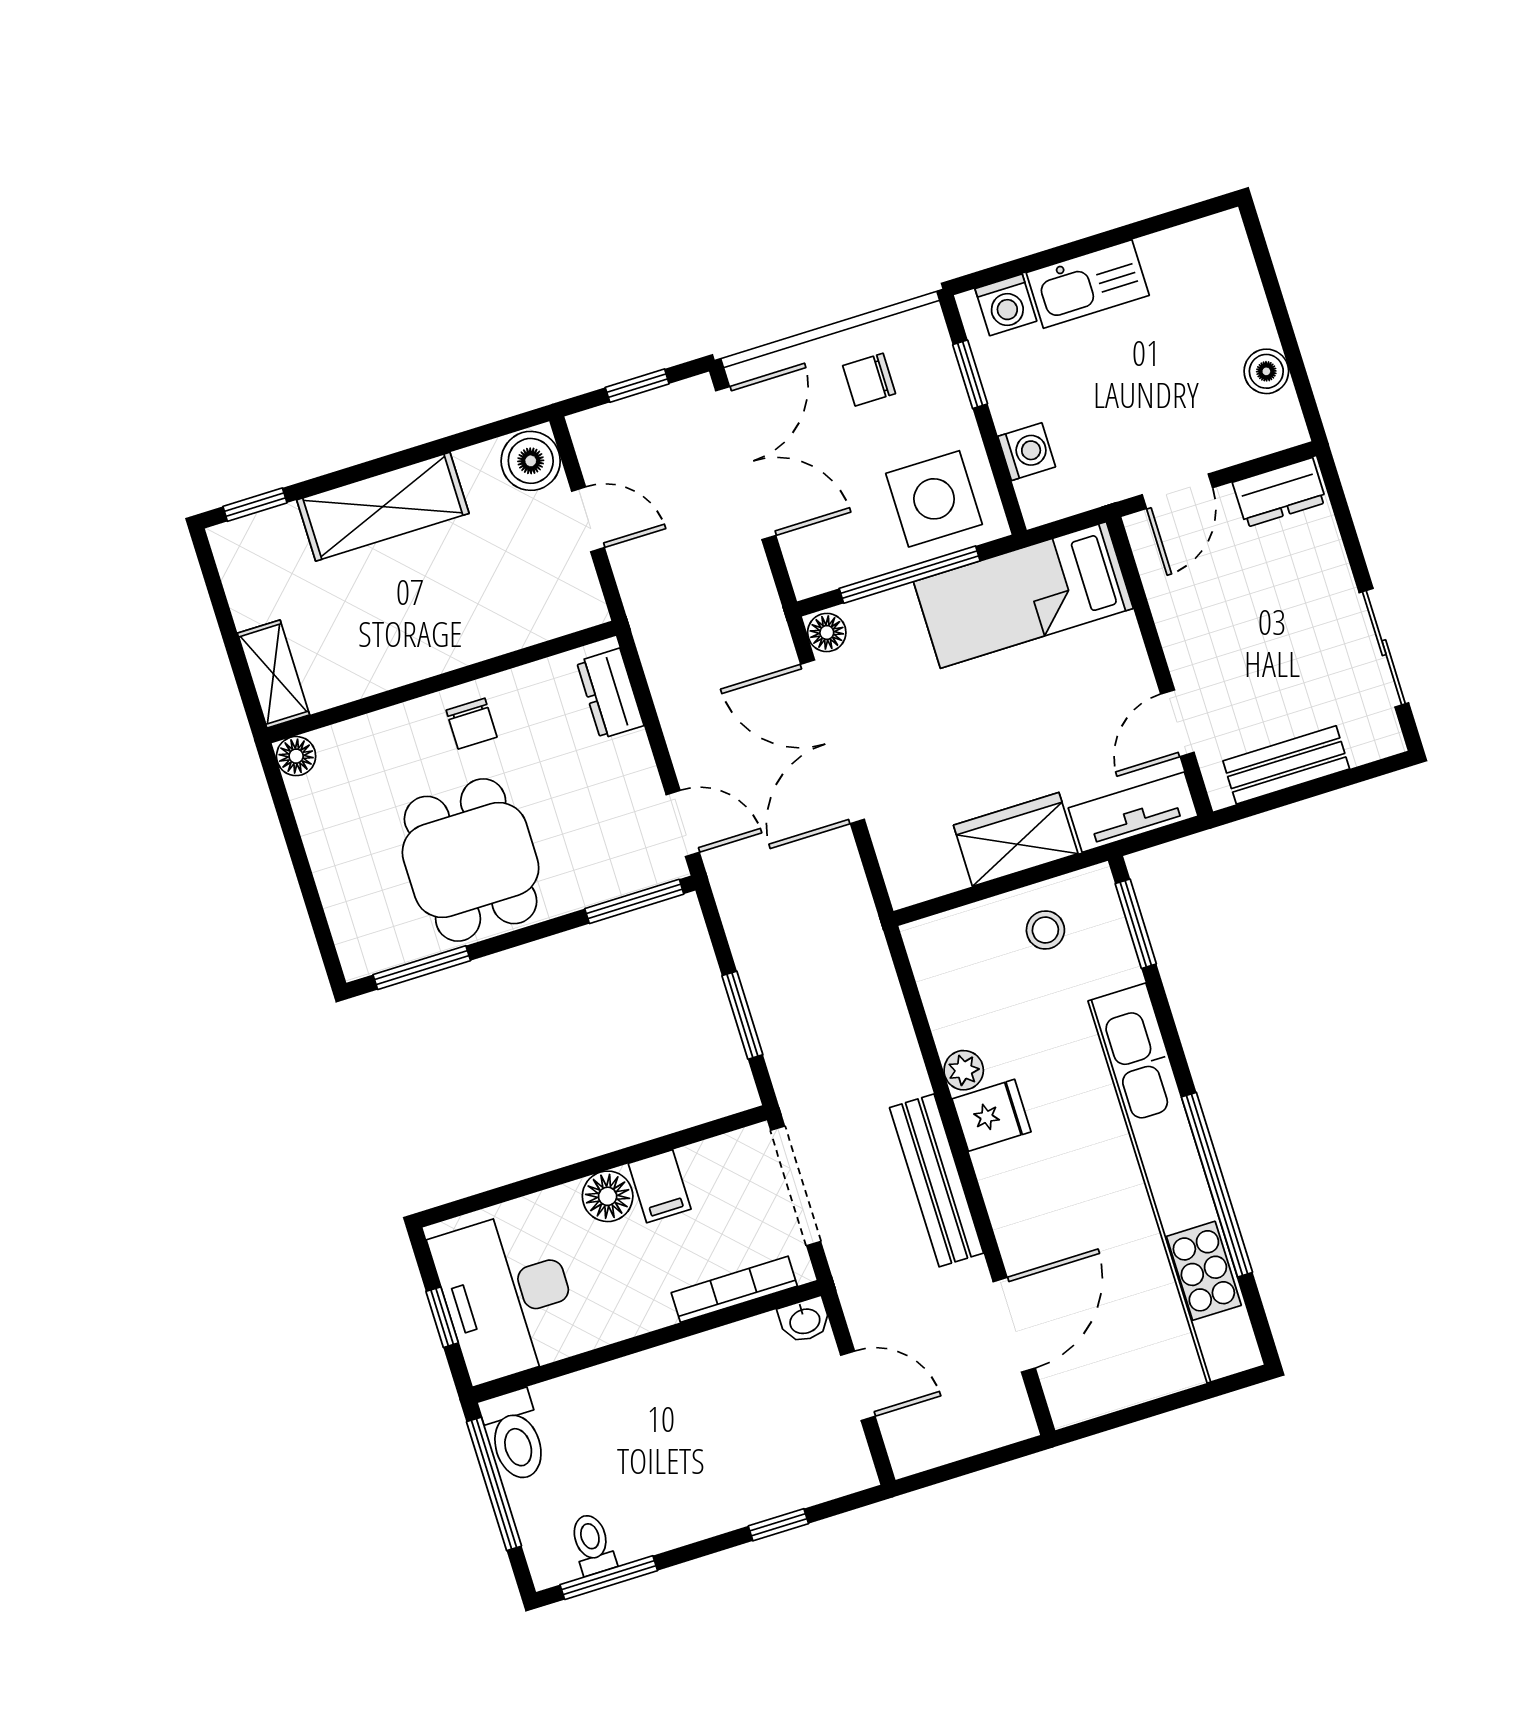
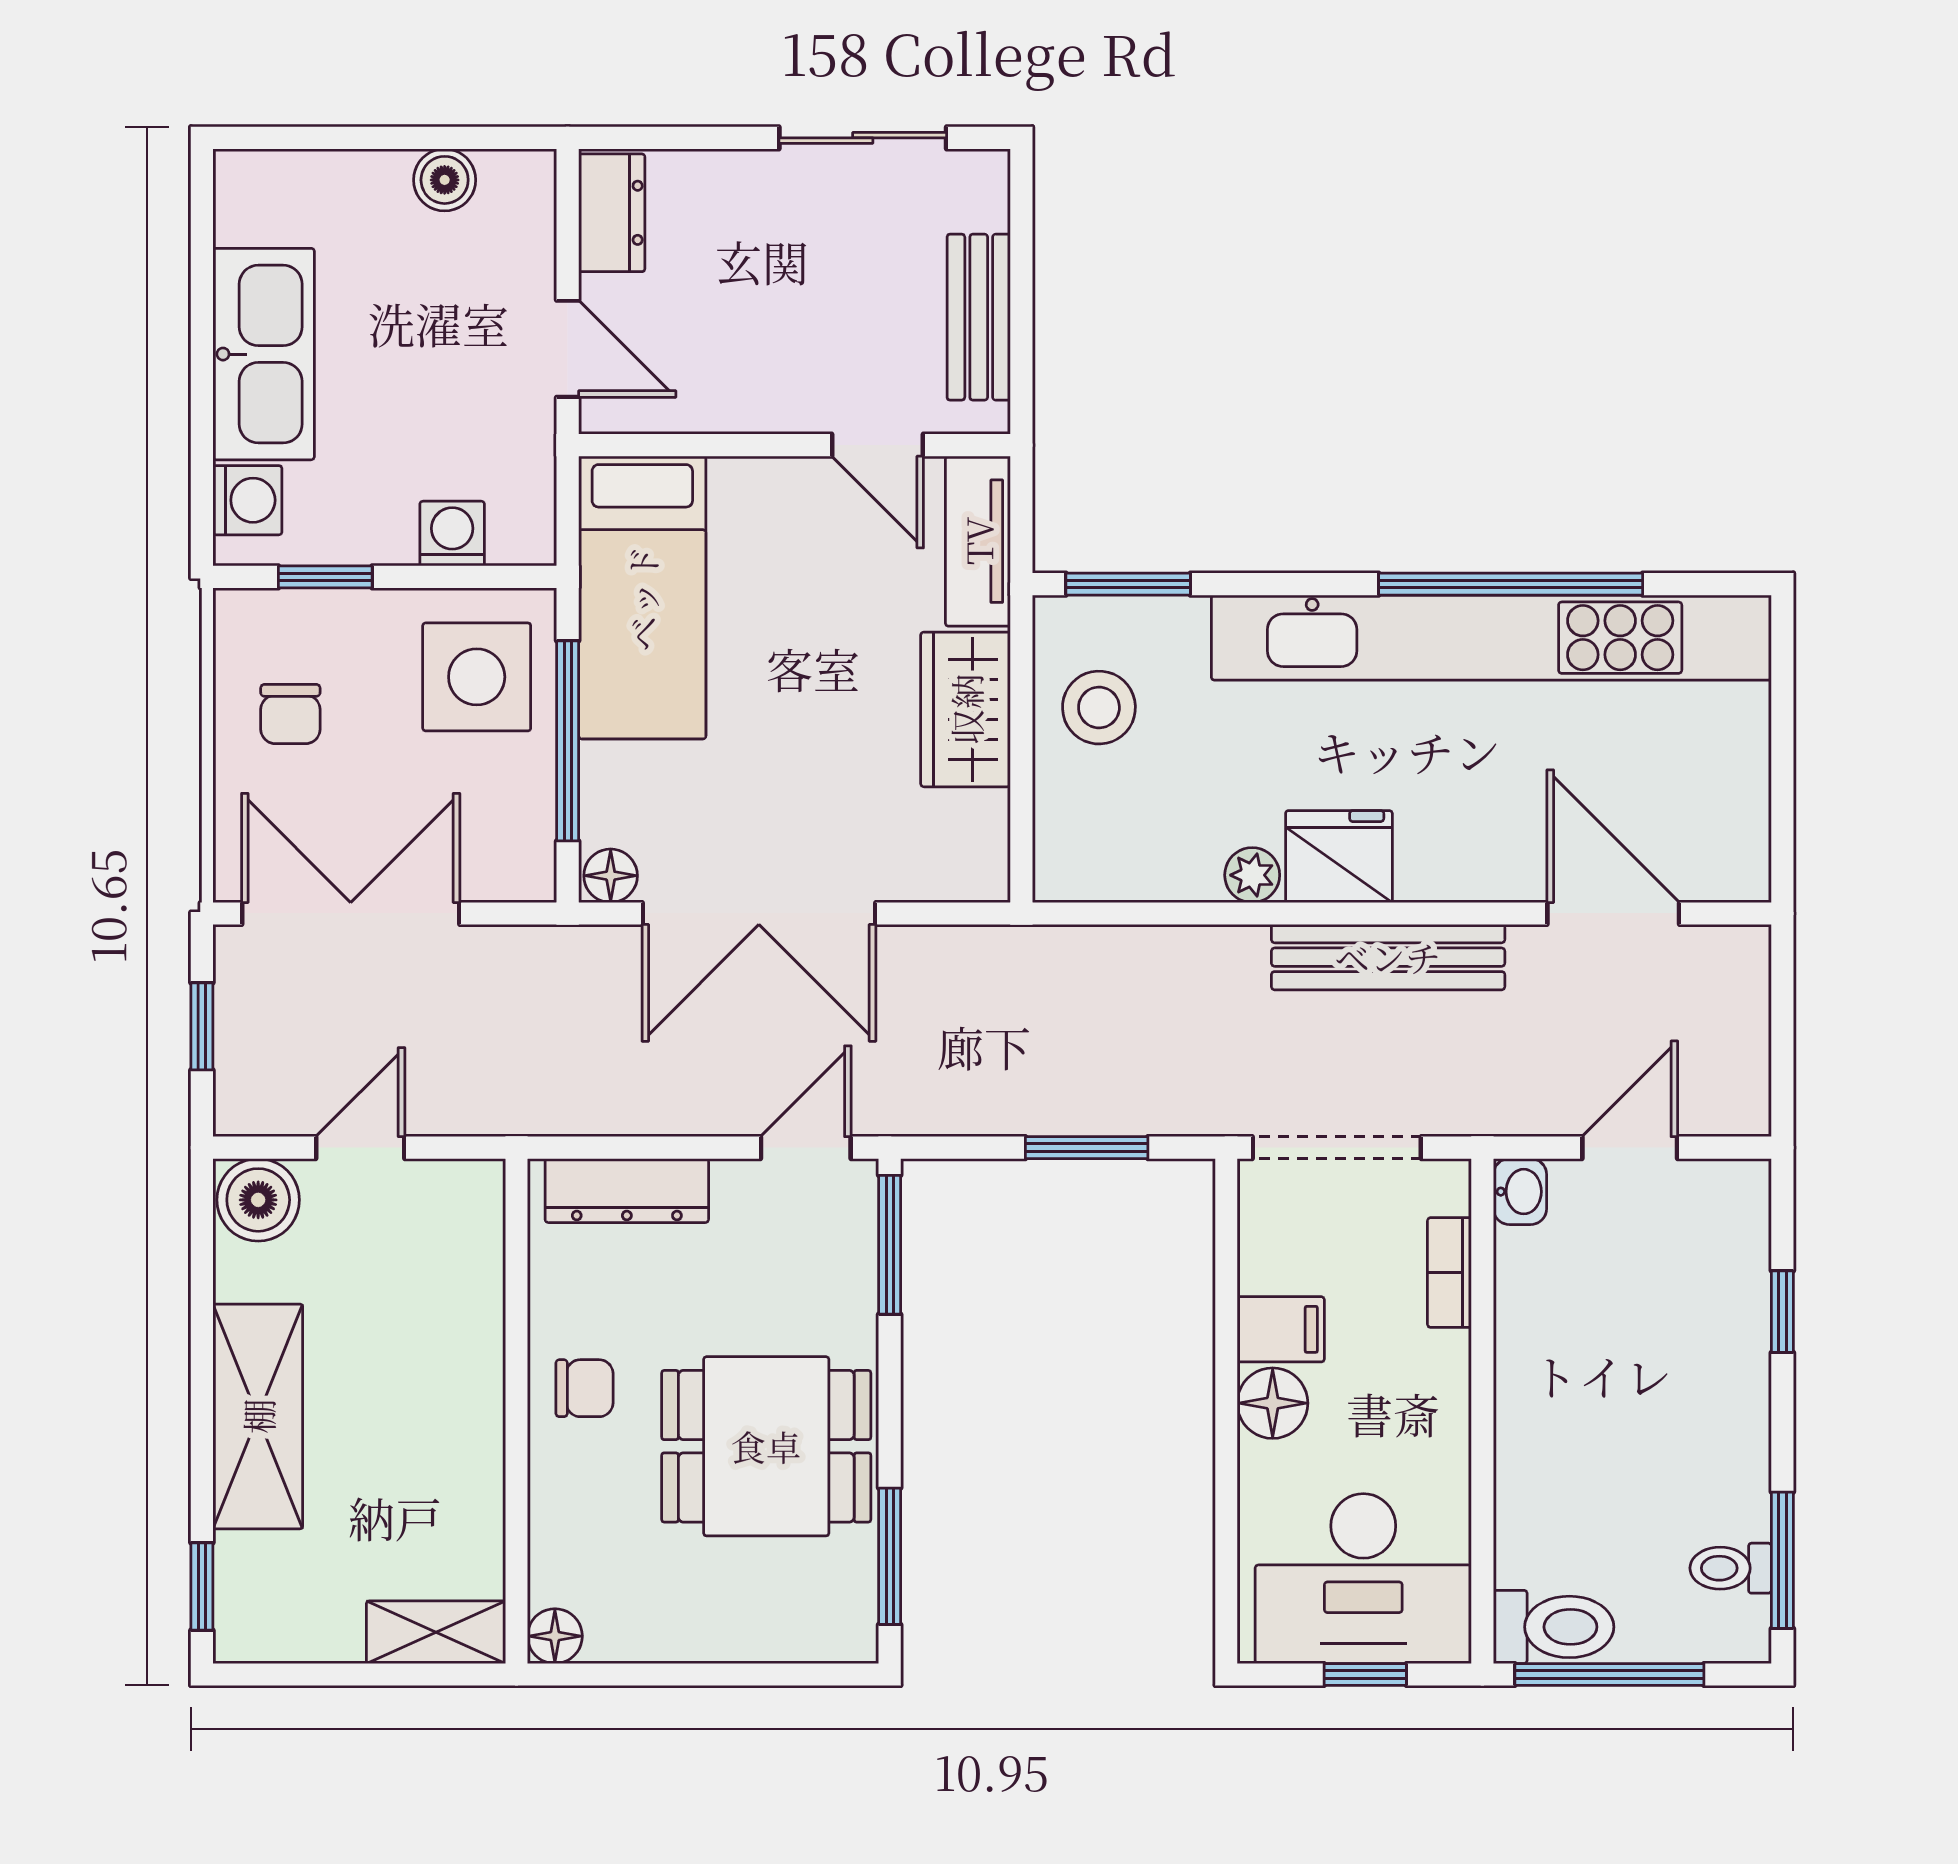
kitchen sink: (1088, 284) -> (264, 354), width x1.36, depth x1.24
dresser: (610, 694) -> (627, 1191), width x1.44
stool: (1045, 930) -> (1099, 708), width x1.37, depth x1.37
fridge: (992, 1115) -> (1339, 857), width x1.38
bookcase: (734, 1289) -> (1449, 1273), width x0.64

